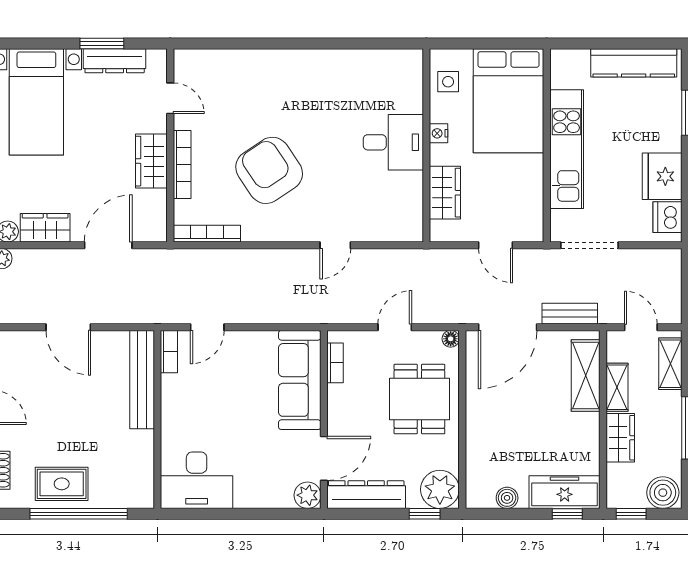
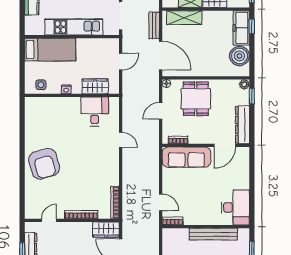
bed: (508, 101) -> (50, 50), width x0.67
desk: (393, 142) -> (95, 112), moved
wardrobe: (151, 161) -> (106, 230), moved
armchair: (269, 170) -> (44, 164), moved, turned -72
door: (395, 327) -> (161, 111), hinge flipped
bench: (142, 380) -> (213, 234), moved
dining table: (419, 399) -> (196, 99), turned 90
door: (324, 458) -> (225, 145), swing flipped
plant: (440, 489) -> (244, 84), width x0.53, depth x0.53
plant: (307, 495) -> (243, 153), removed
boiler: (507, 498) -> (239, 56), width x1.86, depth x1.86

